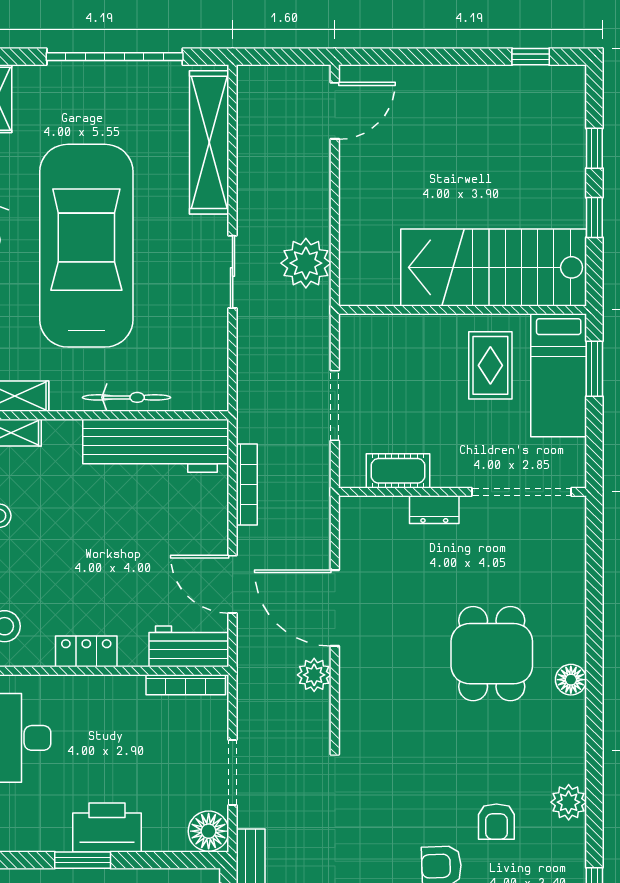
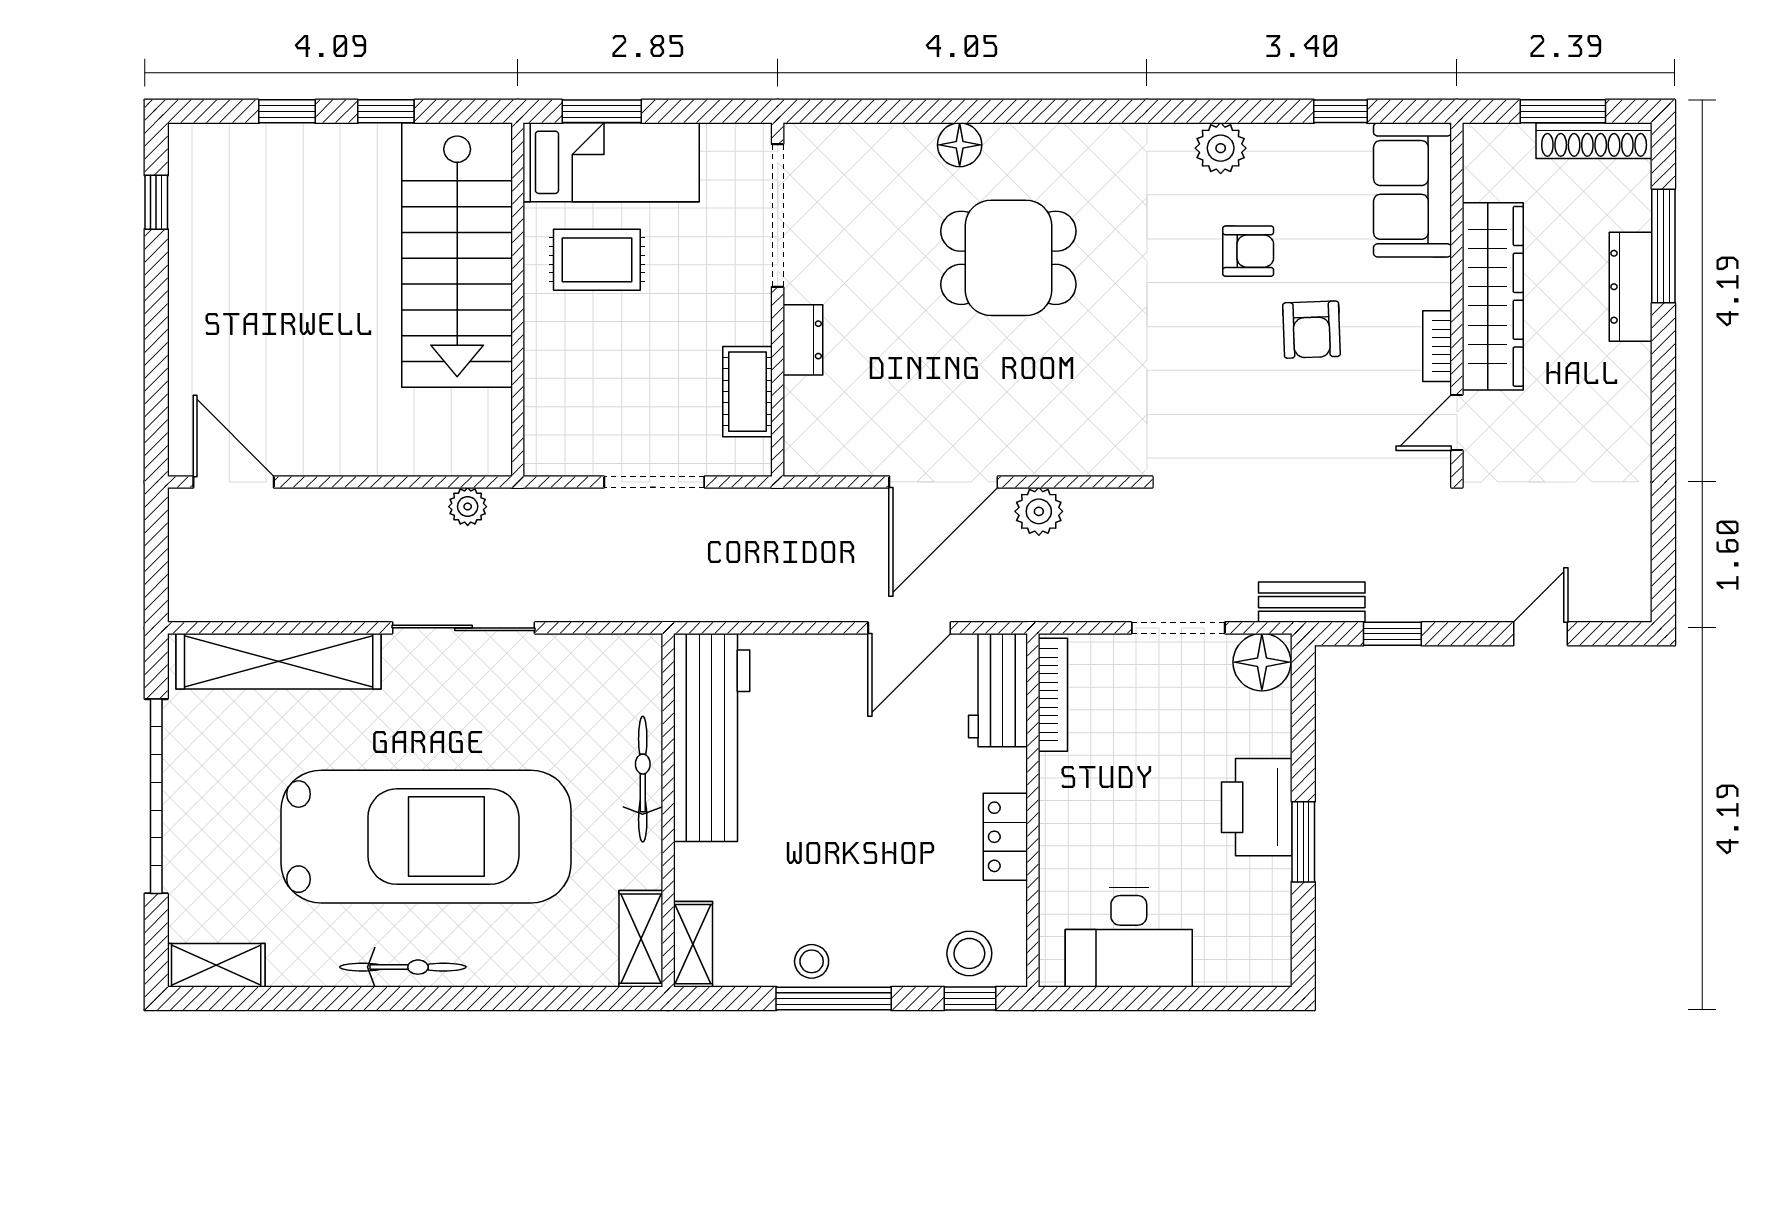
car: (86, 246) -> (426, 837), turned 180
plant: (306, 263) -> (468, 507), width x0.53, depth x0.53
sliding door: (233, 272) -> (464, 628), width x1.37
bookcase: (247, 484) -> (767, 608), removed
floor lamp: (571, 680) -> (960, 145), moved

